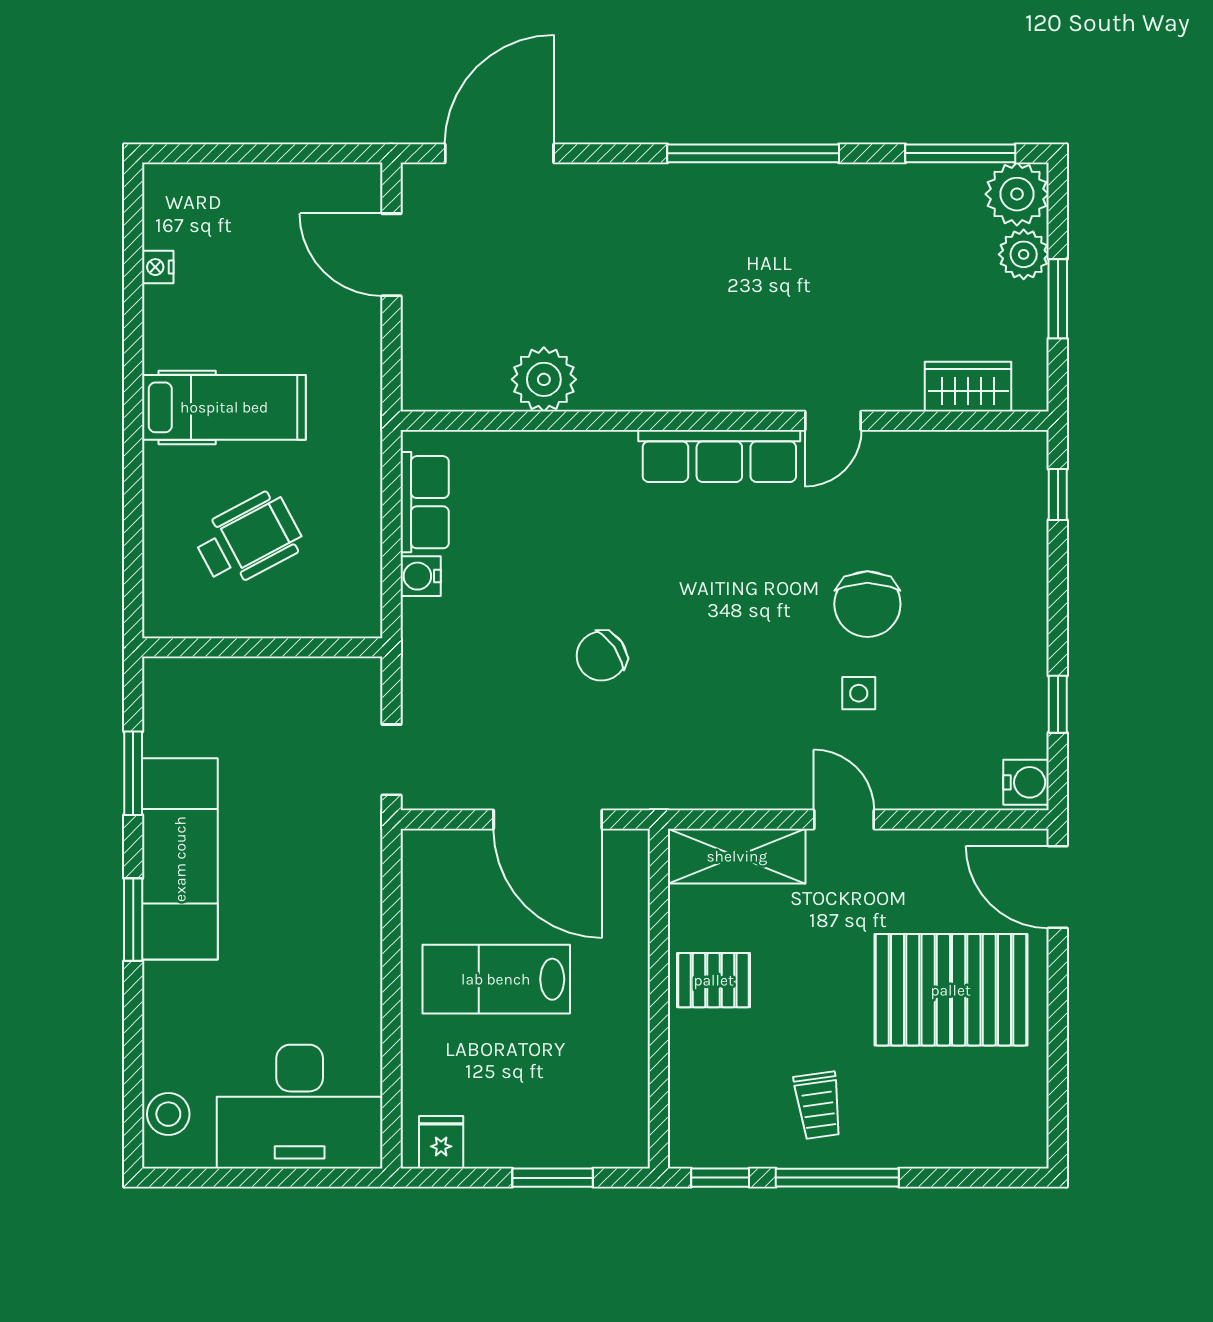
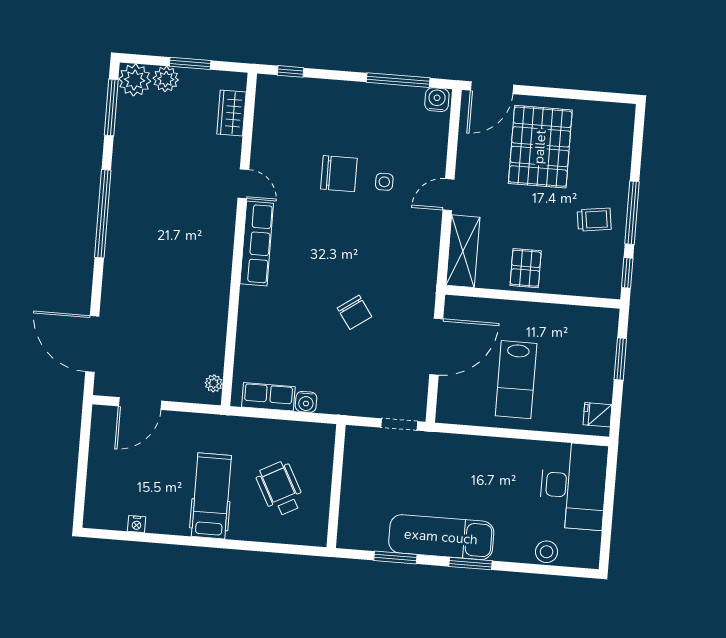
plant: (544, 379) -> (214, 383), moved, width x0.53, depth x0.53
window: (1058, 704) -> (398, 80), width x2.17
stool: (168, 1114) -> (547, 552), moved

